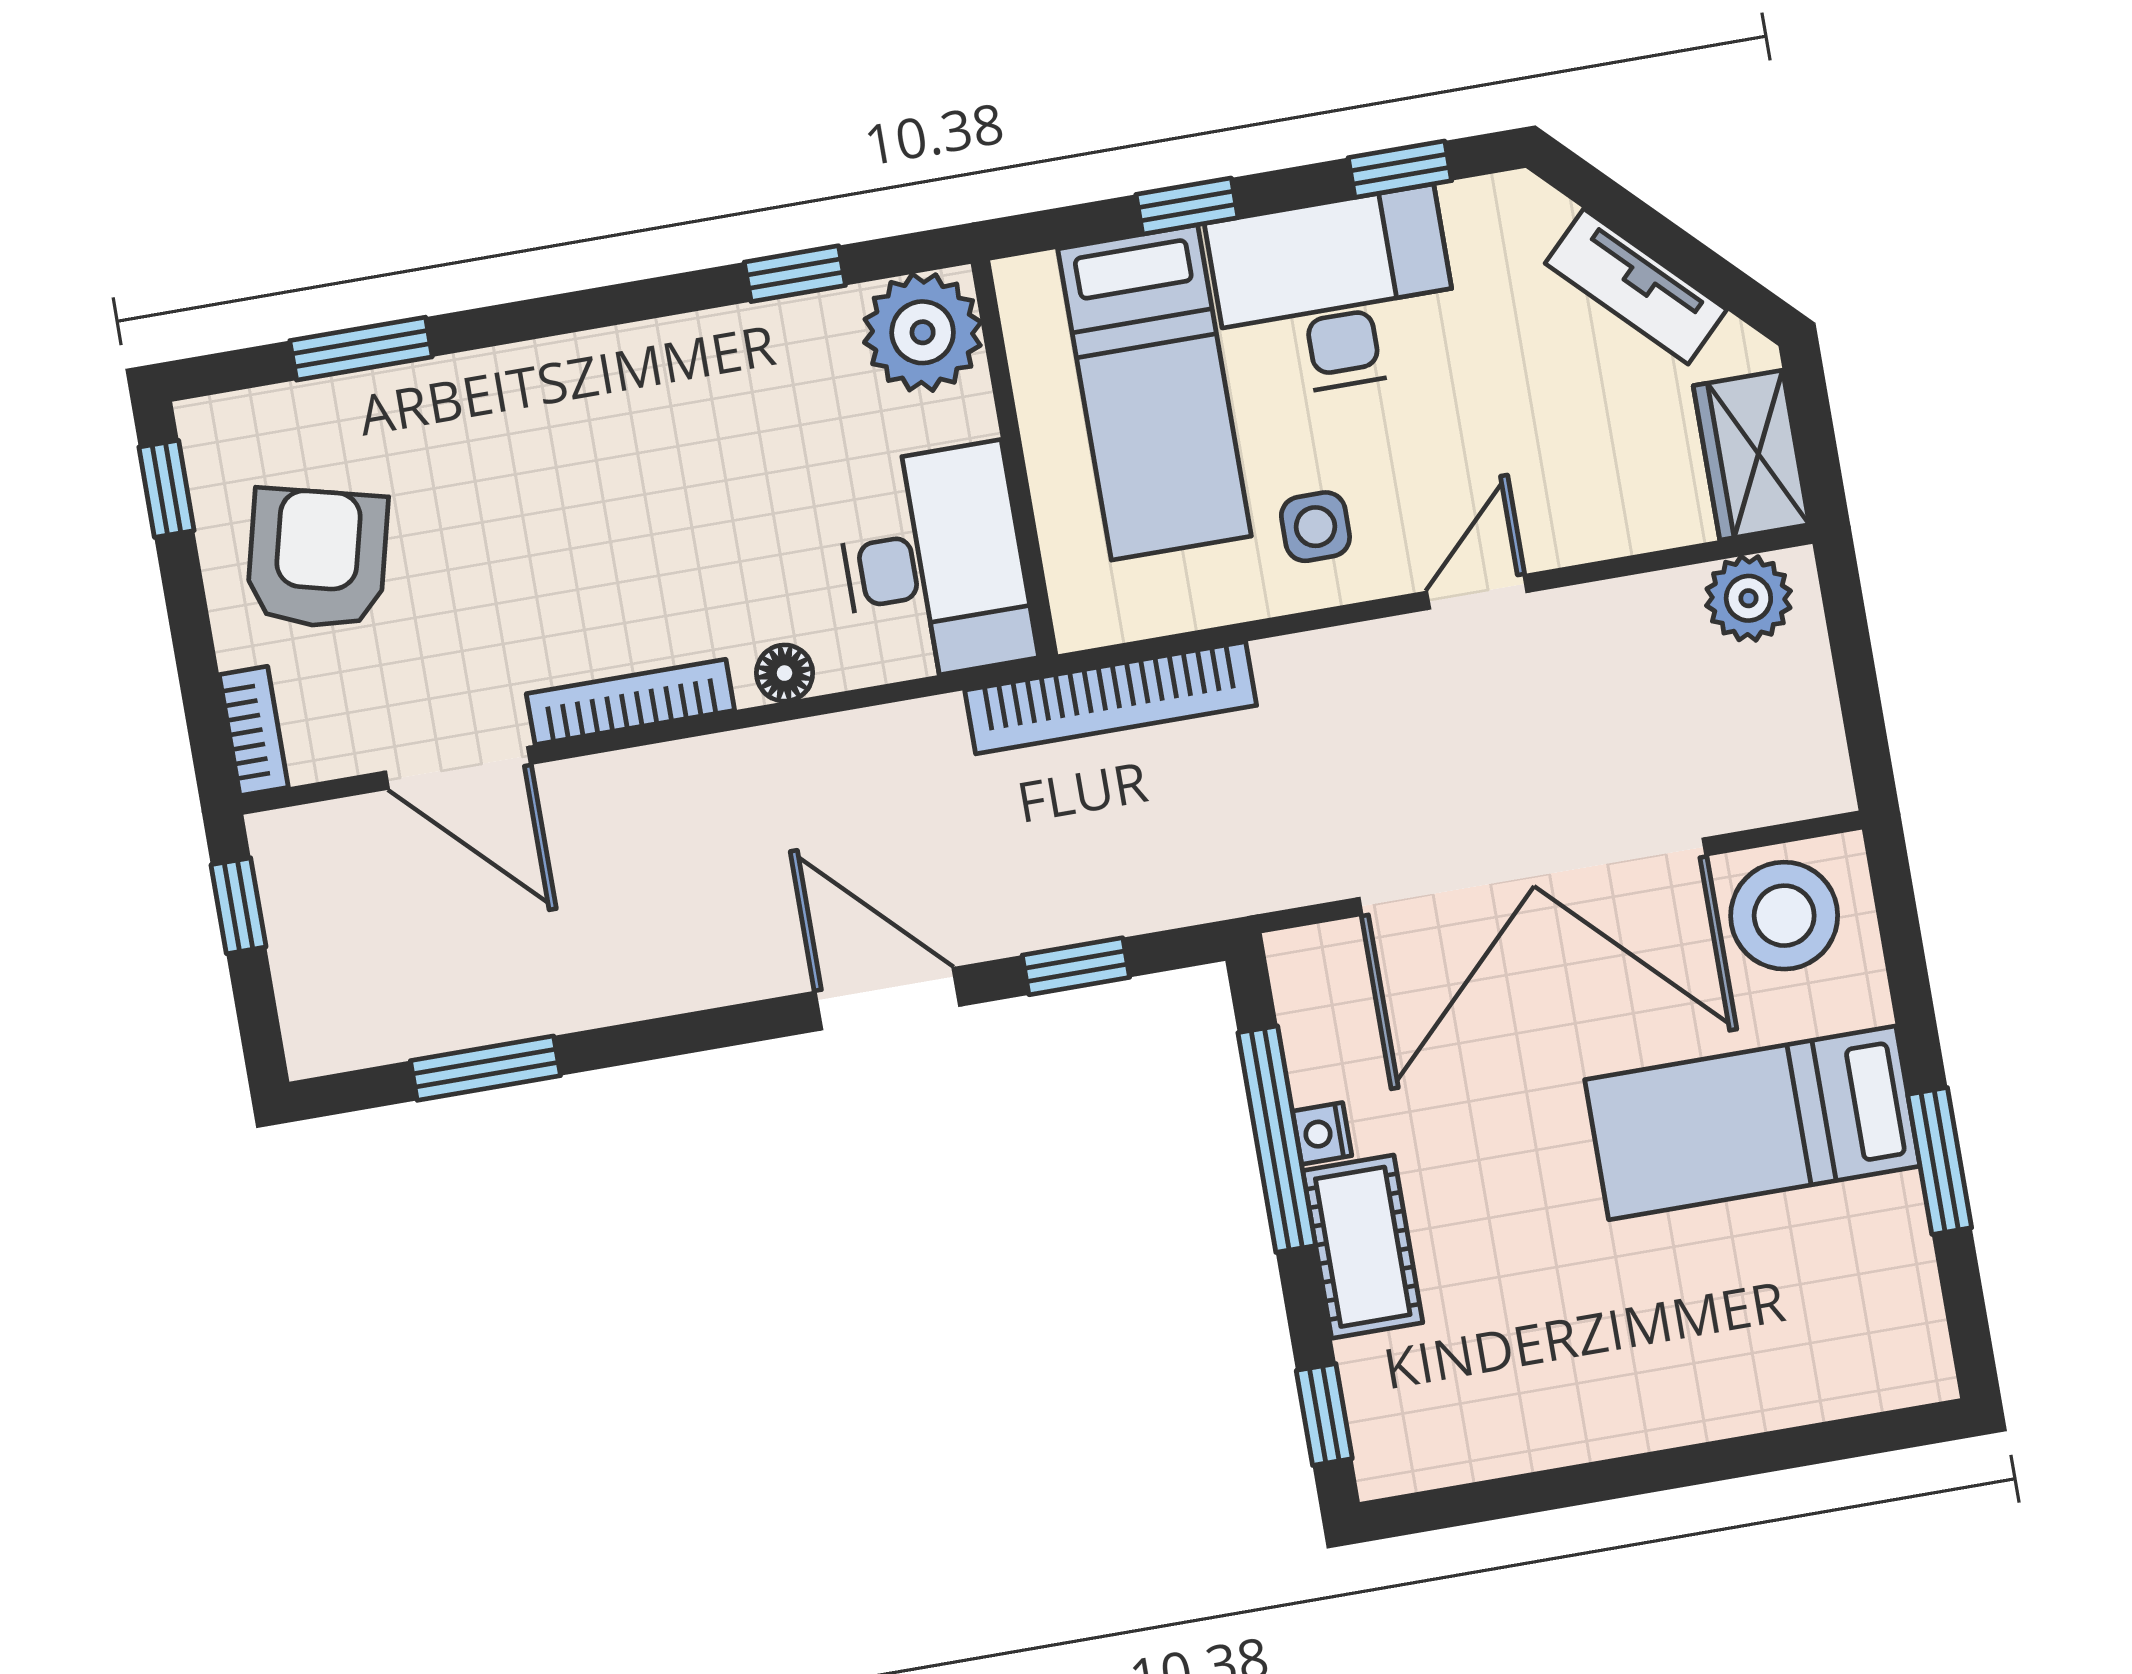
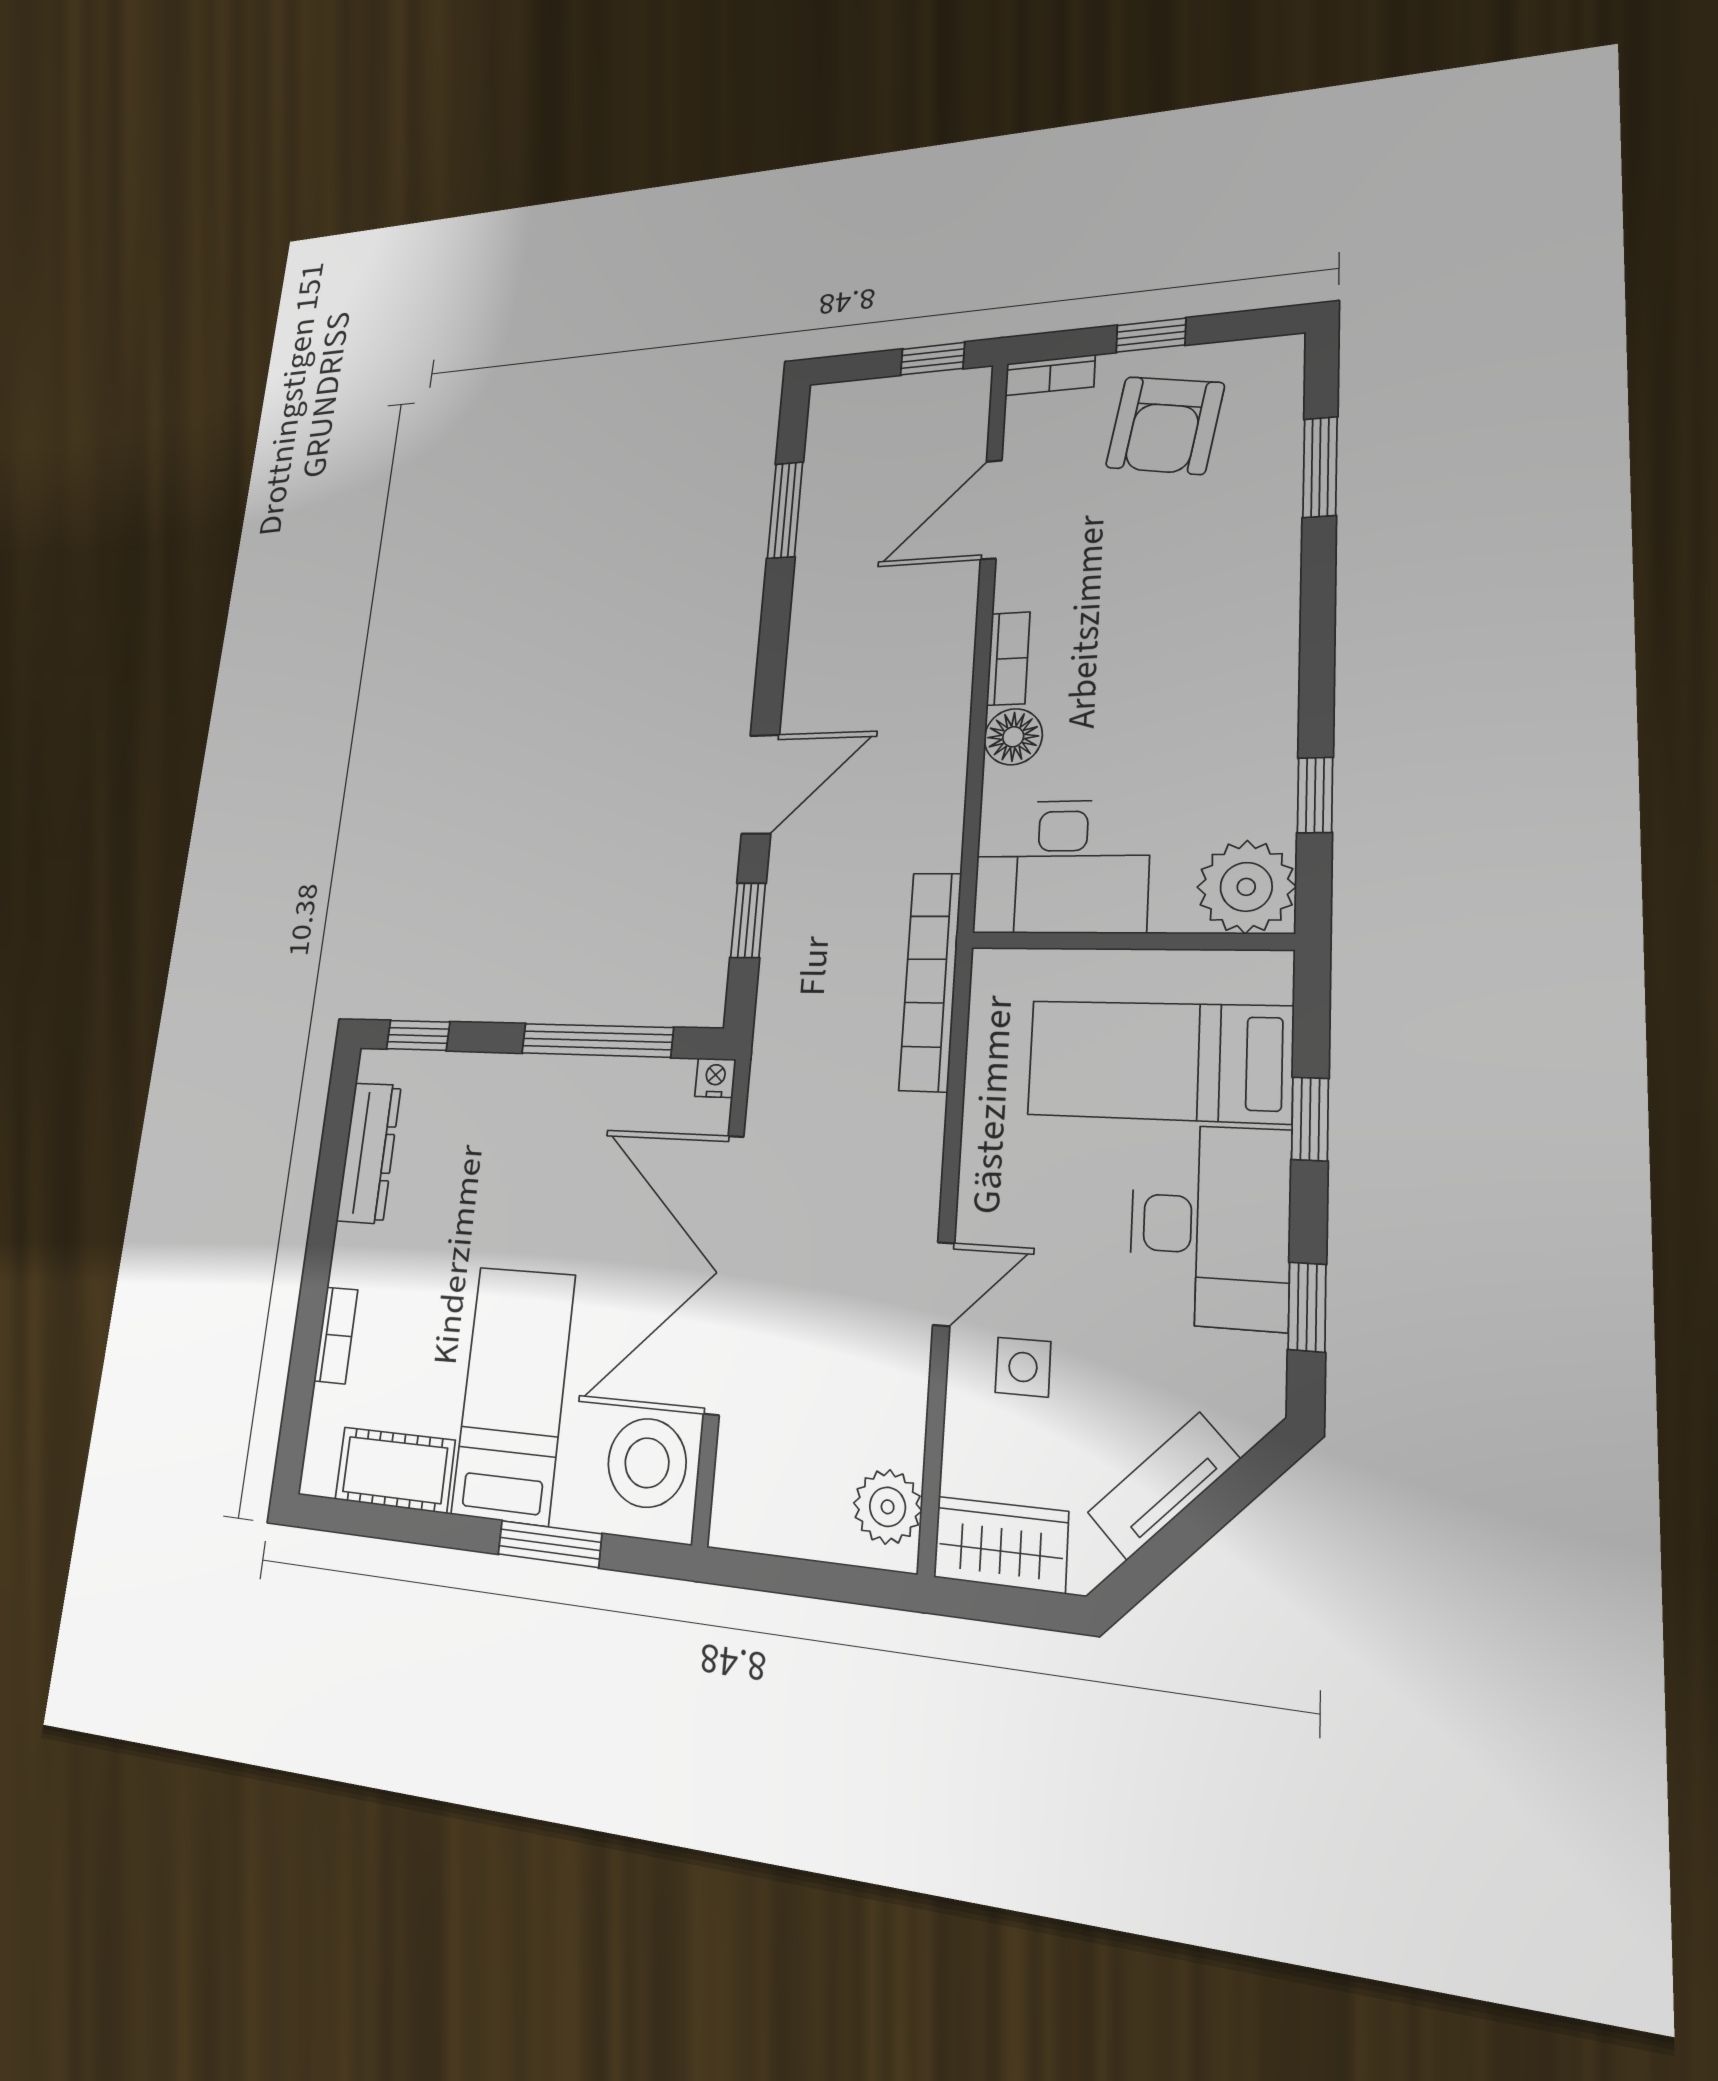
window: (167, 489) -> (1151, 335), moved
side table: (1315, 527) -> (1023, 1367), moved
armchair: (317, 559) -> (1165, 425), turned 86
door: (1477, 592) -> (944, 1284), hinge flipped
floor lamp: (785, 673) -> (1013, 737), width x1.37, depth x1.37
bookcase: (630, 702) -> (1008, 659), width x0.64
nightstand: (1322, 1133) -> (715, 1078), moved
window: (1940, 1161) -> (550, 1544), moved
cot: (1363, 1247) -> (395, 1470), moved
bookcase: (1748, 1410) -> (336, 1335), added
dresser: (1499, 1440) -> (369, 1153), added

